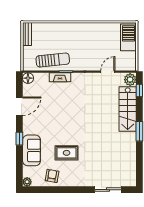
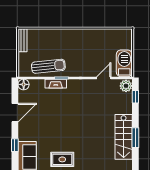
barbecue: (128, 37) -> (124, 63), moved
stairs: (128, 109) -> (124, 137), moved

